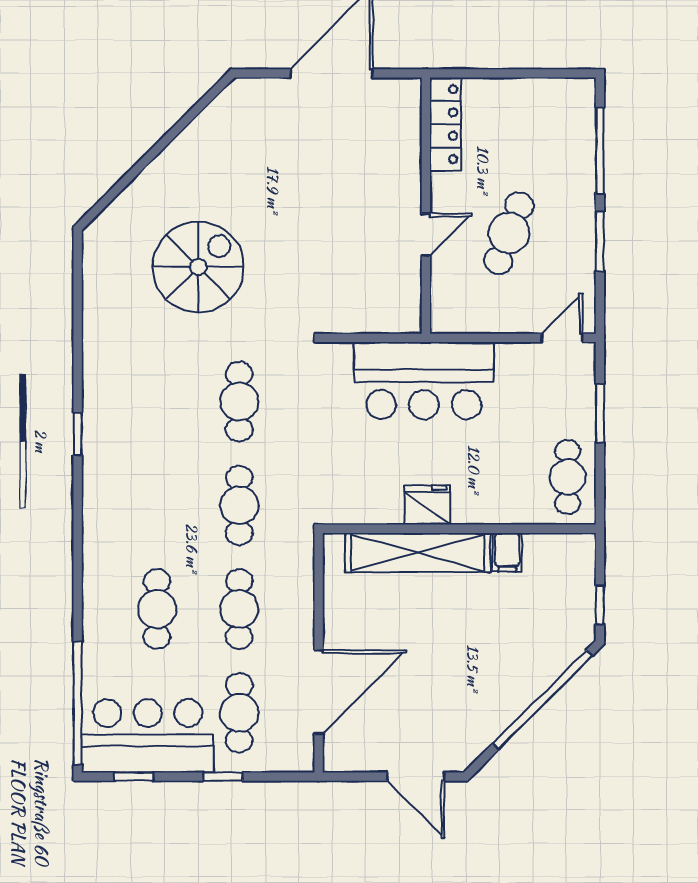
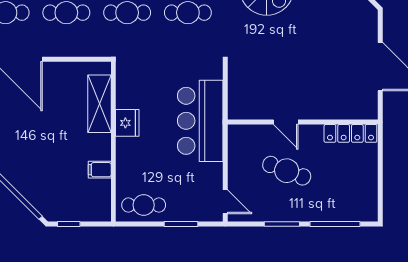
shelving: (418, 553) -> (99, 104), width x0.68

